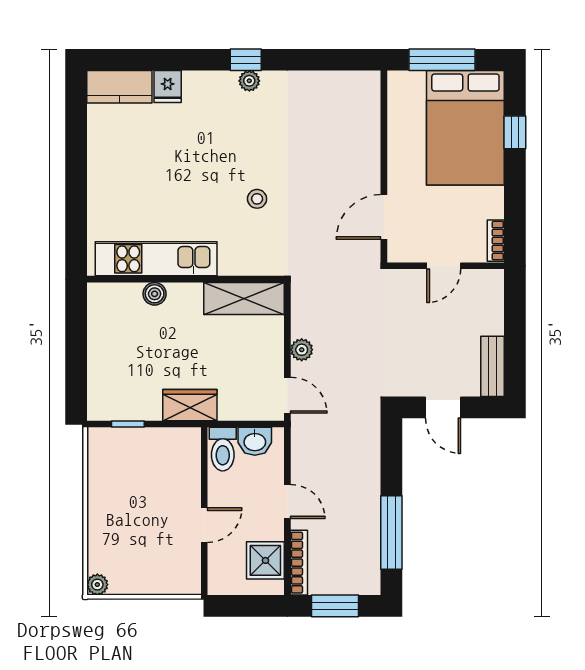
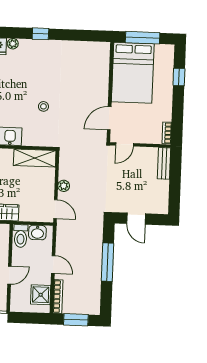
plant: (249, 81) -> (13, 44), moved
bed: (465, 128) -> (133, 73), moved
door: (444, 266) -> (125, 144), moved
bench: (493, 366) -> (164, 163), moved
window: (391, 533) -> (108, 262), moved

